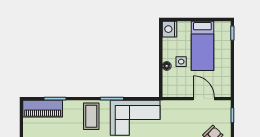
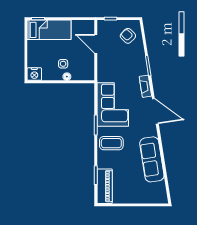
bed: (202, 46) -> (49, 30), moved
door: (204, 99) -> (96, 44), hinge flipped

